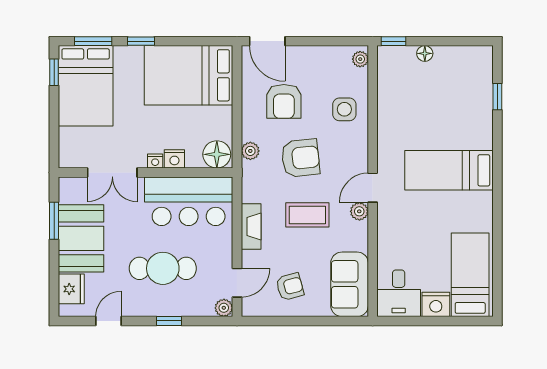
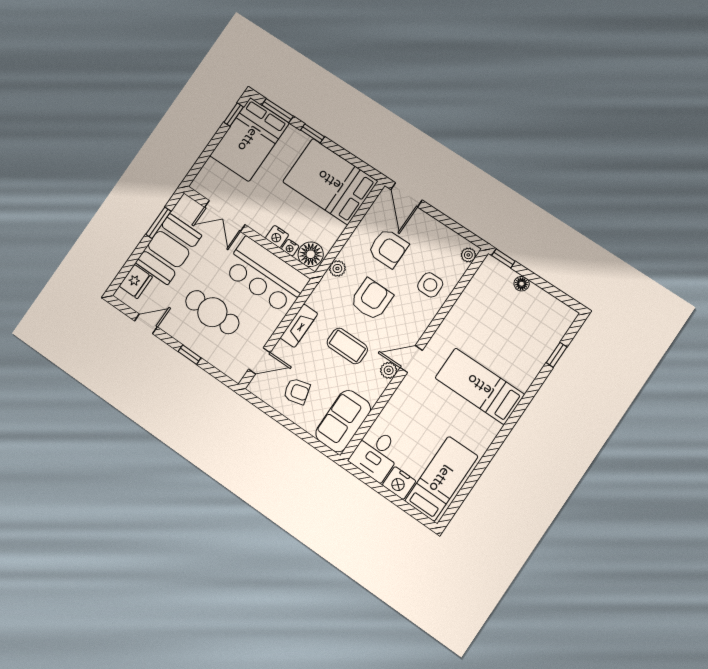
armchair: (284, 101) -> (388, 248), turned -90
armchair: (301, 158) -> (372, 299), turned -84
nightstand: (155, 161) -> (290, 248), moved
plant: (224, 308) -> (237, 373), removed

